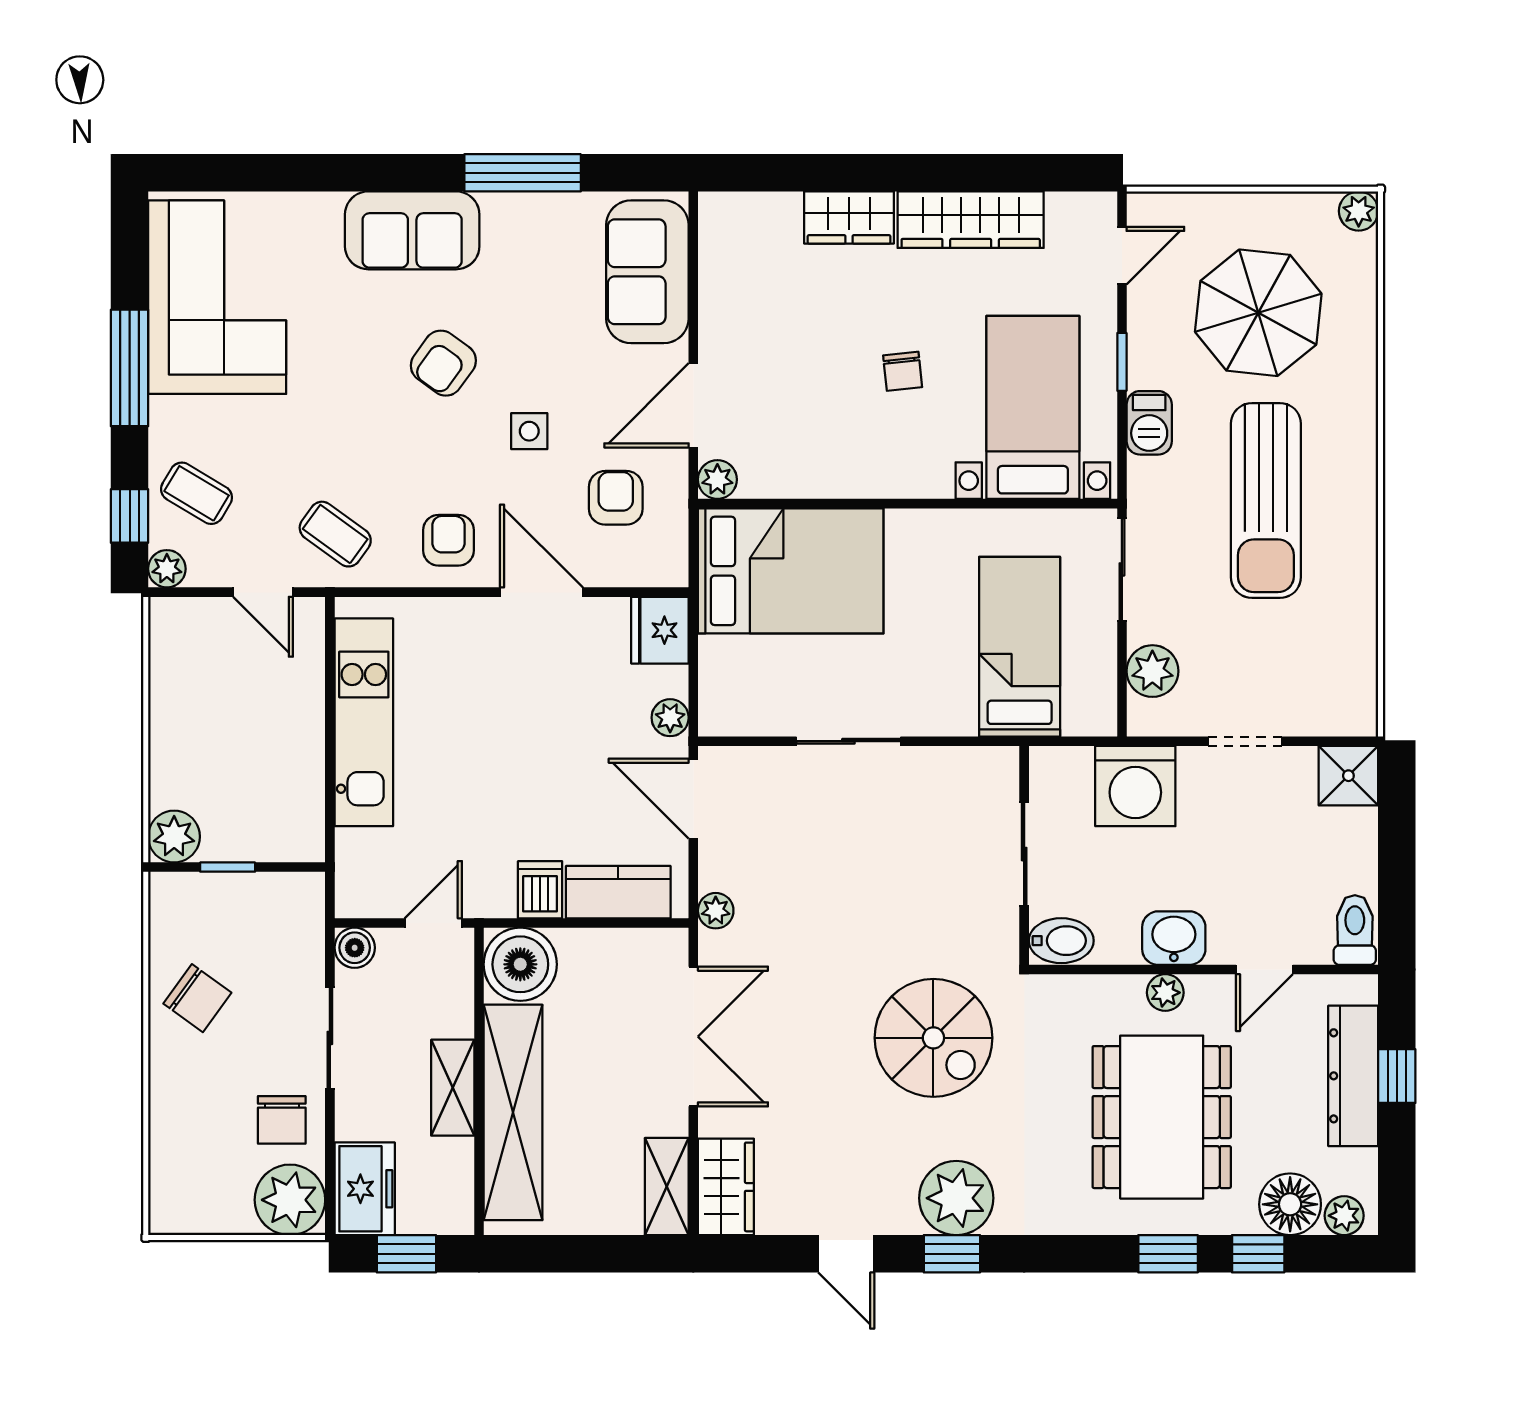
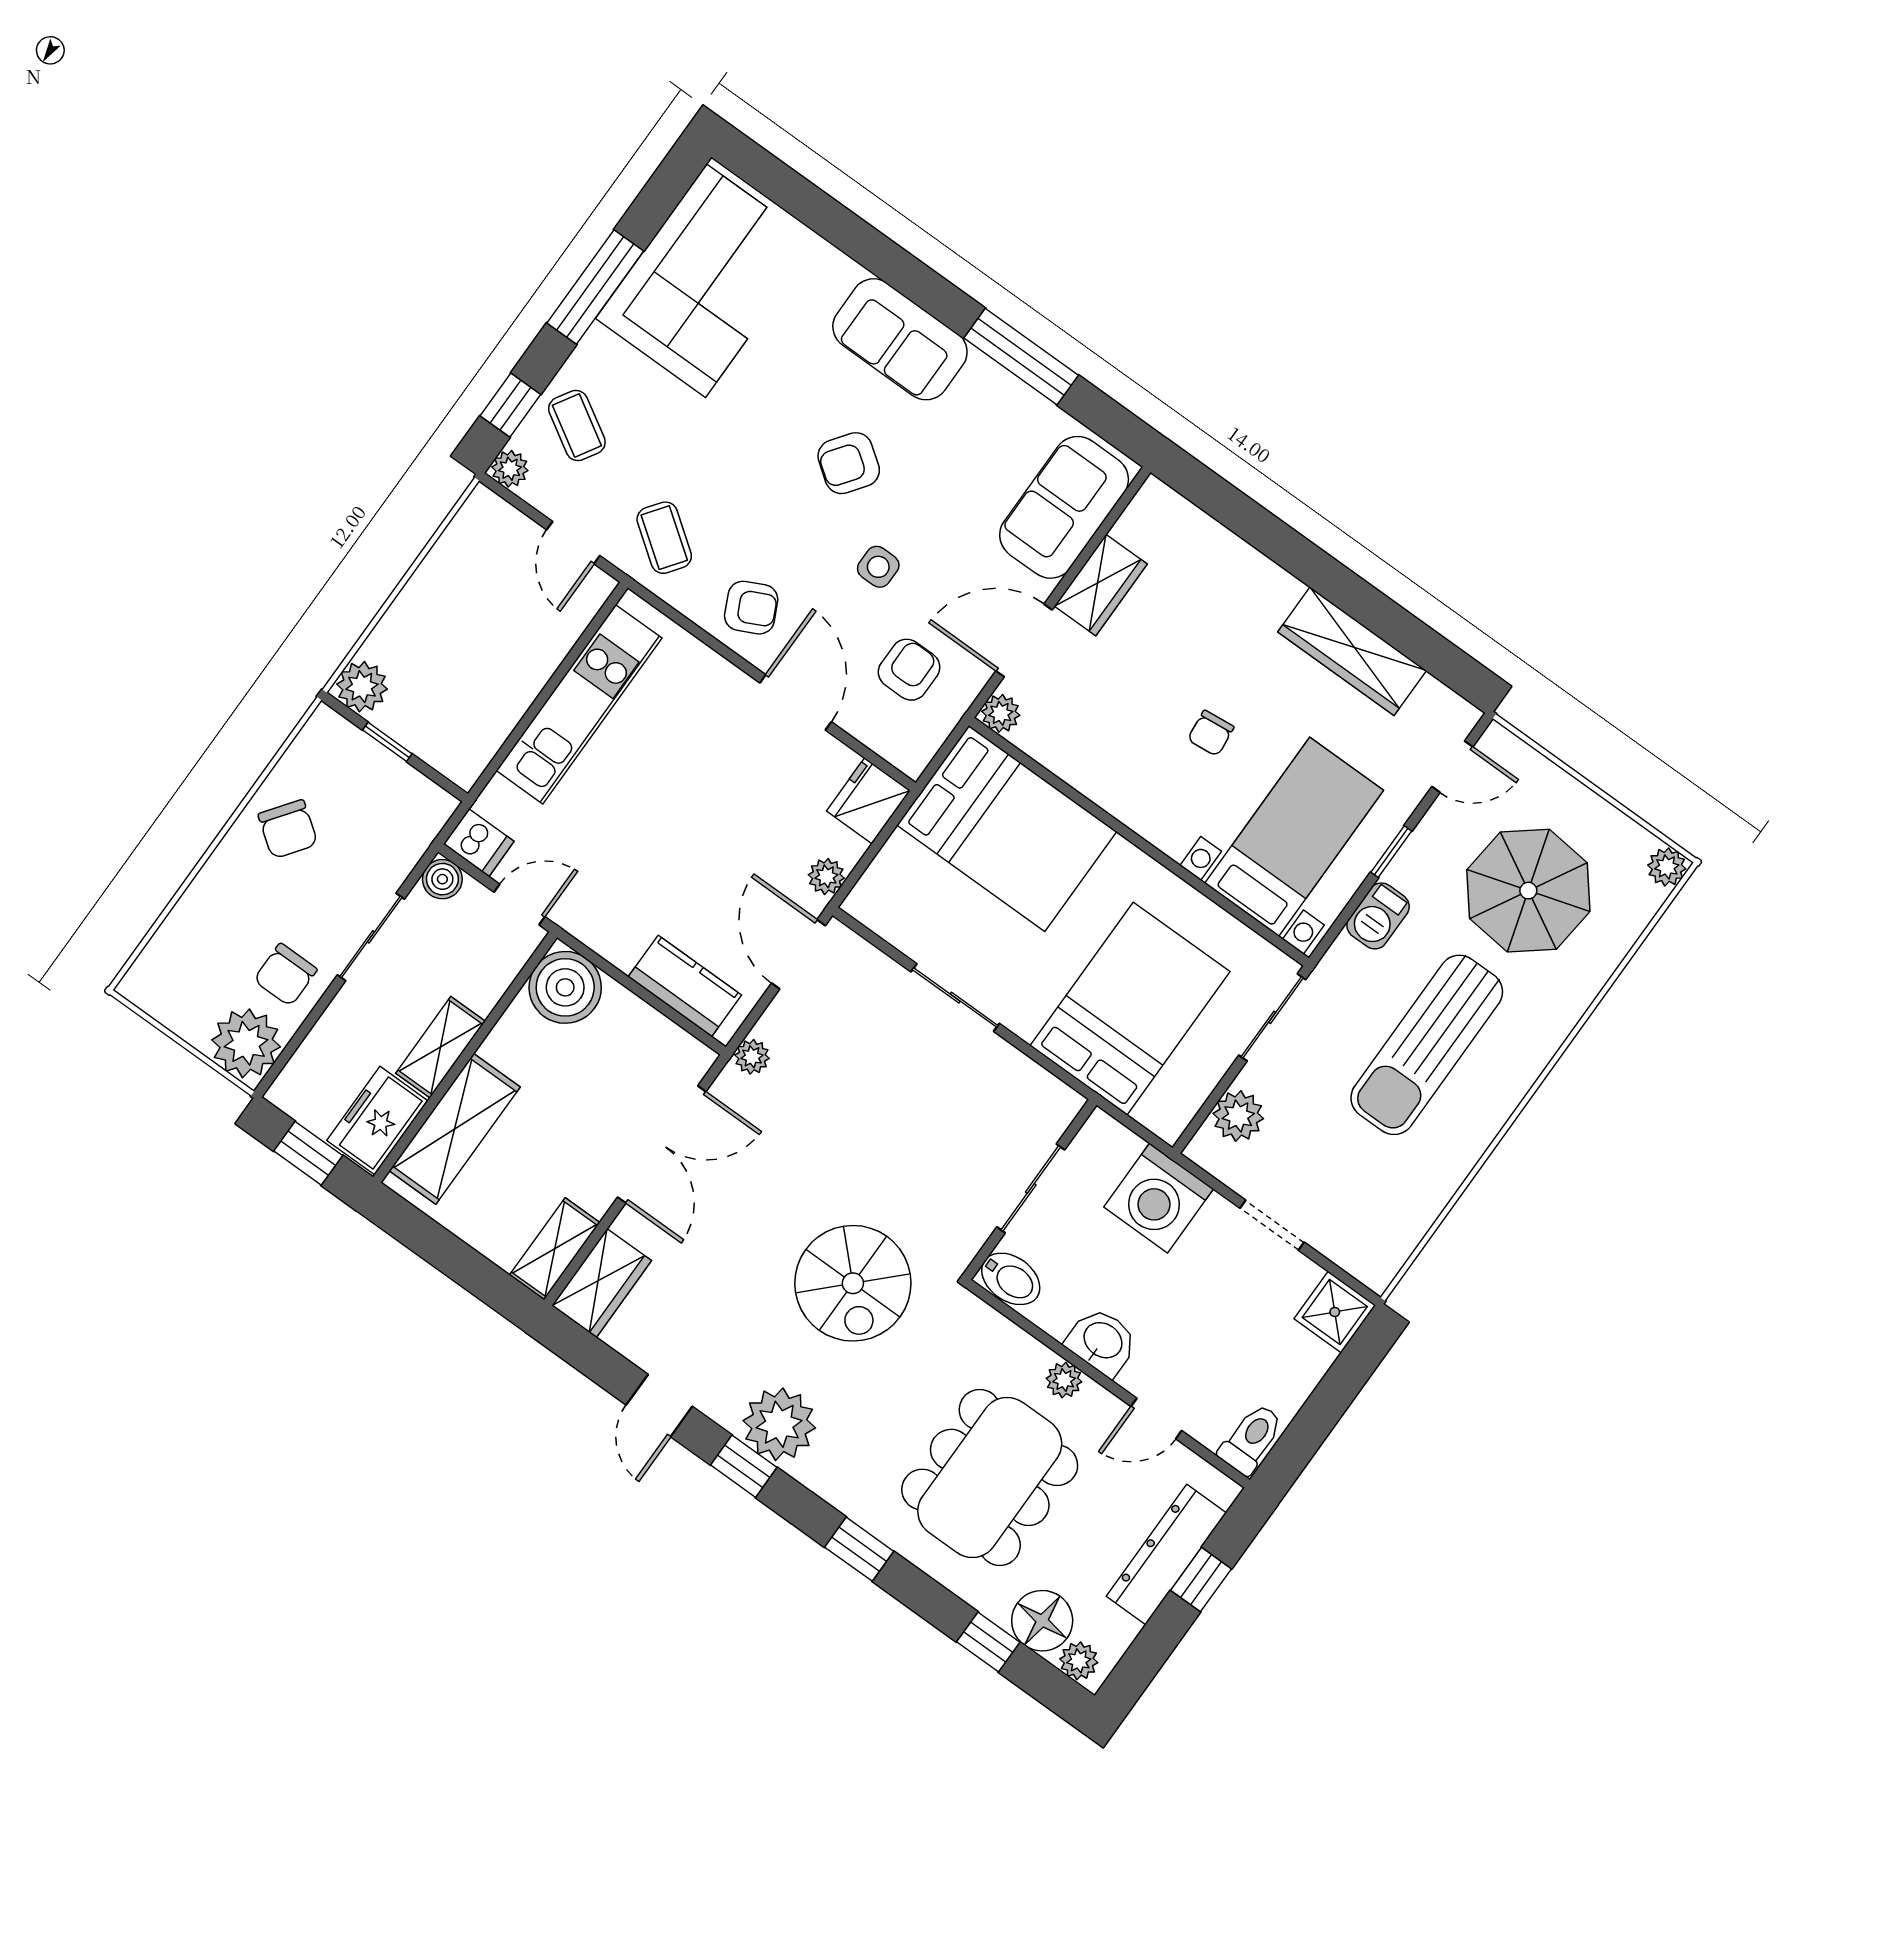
wardrobe: (849, 217) -> (1101, 585), moved, turned -90
armchair: (448, 540) -> (751, 608), turned 64
bed: (1020, 647) -> (1130, 1009), width x1.50
dishwasher: (540, 890) -> (479, 843), moved, turned 90
shelving: (513, 1112) -> (455, 1129), width x0.68
freezer: (365, 1189) -> (377, 1121), moved, turned 180
window: (1168, 1254) -> (859, 1549), moved

